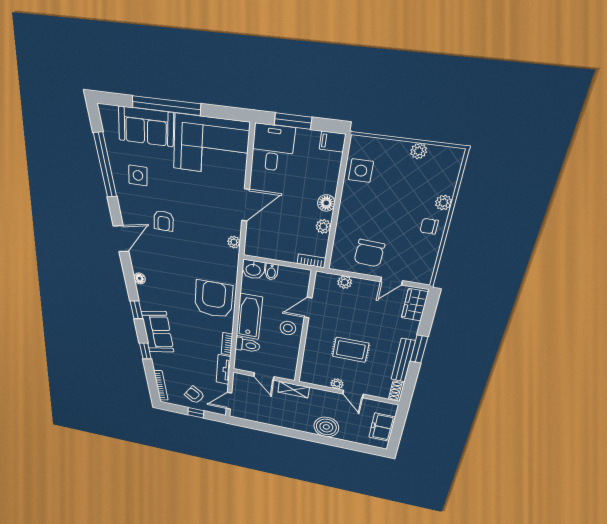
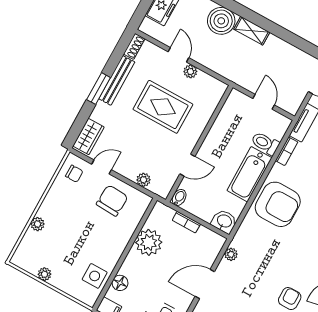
floor lamp: (326, 203) -> (120, 283), moved
plant: (323, 226) -> (149, 242), width x1.88, depth x1.88
chair: (429, 226) -> (74, 174), moved
bookcase: (311, 261) -> (186, 222), moved
bidet: (271, 272) -> (179, 197), moved
armchair: (214, 299) -> (278, 204), turned -90
stool: (288, 328) -> (216, 150), removed
rug: (351, 350) -> (163, 107), width x1.36, depth x1.43
shelving: (294, 390) -> (252, 31), moved

